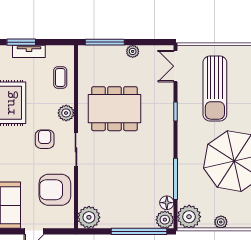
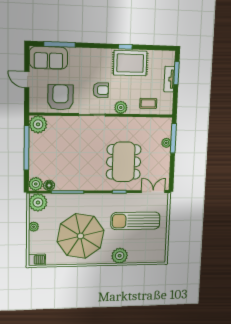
plant: (133, 51) -> (166, 143), moved
dining table: (114, 109) -> (124, 162), moved
window: (139, 231) -> (27, 148), moved

